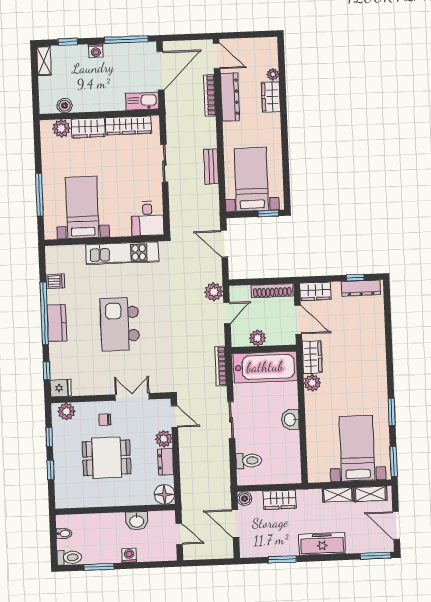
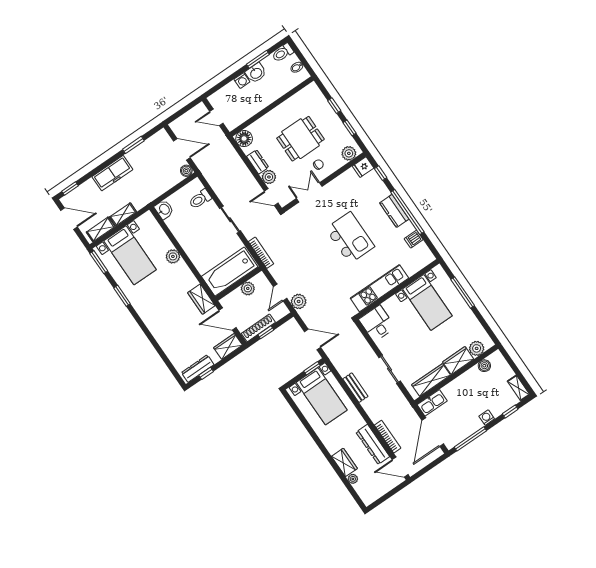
window: (268, 213) -> (312, 368), moved
window: (267, 281) -> (266, 332), added
plant: (312, 383) -> (173, 256), moved
double door: (132, 397) -> (309, 192), swing flipped
washbasin: (290, 420) -> (164, 209), moved
wardrobe: (280, 500) -> (161, 185), removed
washbasin: (137, 521) -> (256, 73), moved, turned 180
window: (375, 556) -> (70, 188), width x0.67

